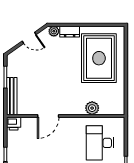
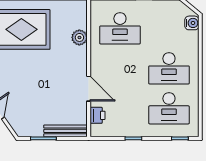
printer: (14, 124) -> (98, 115), moved

